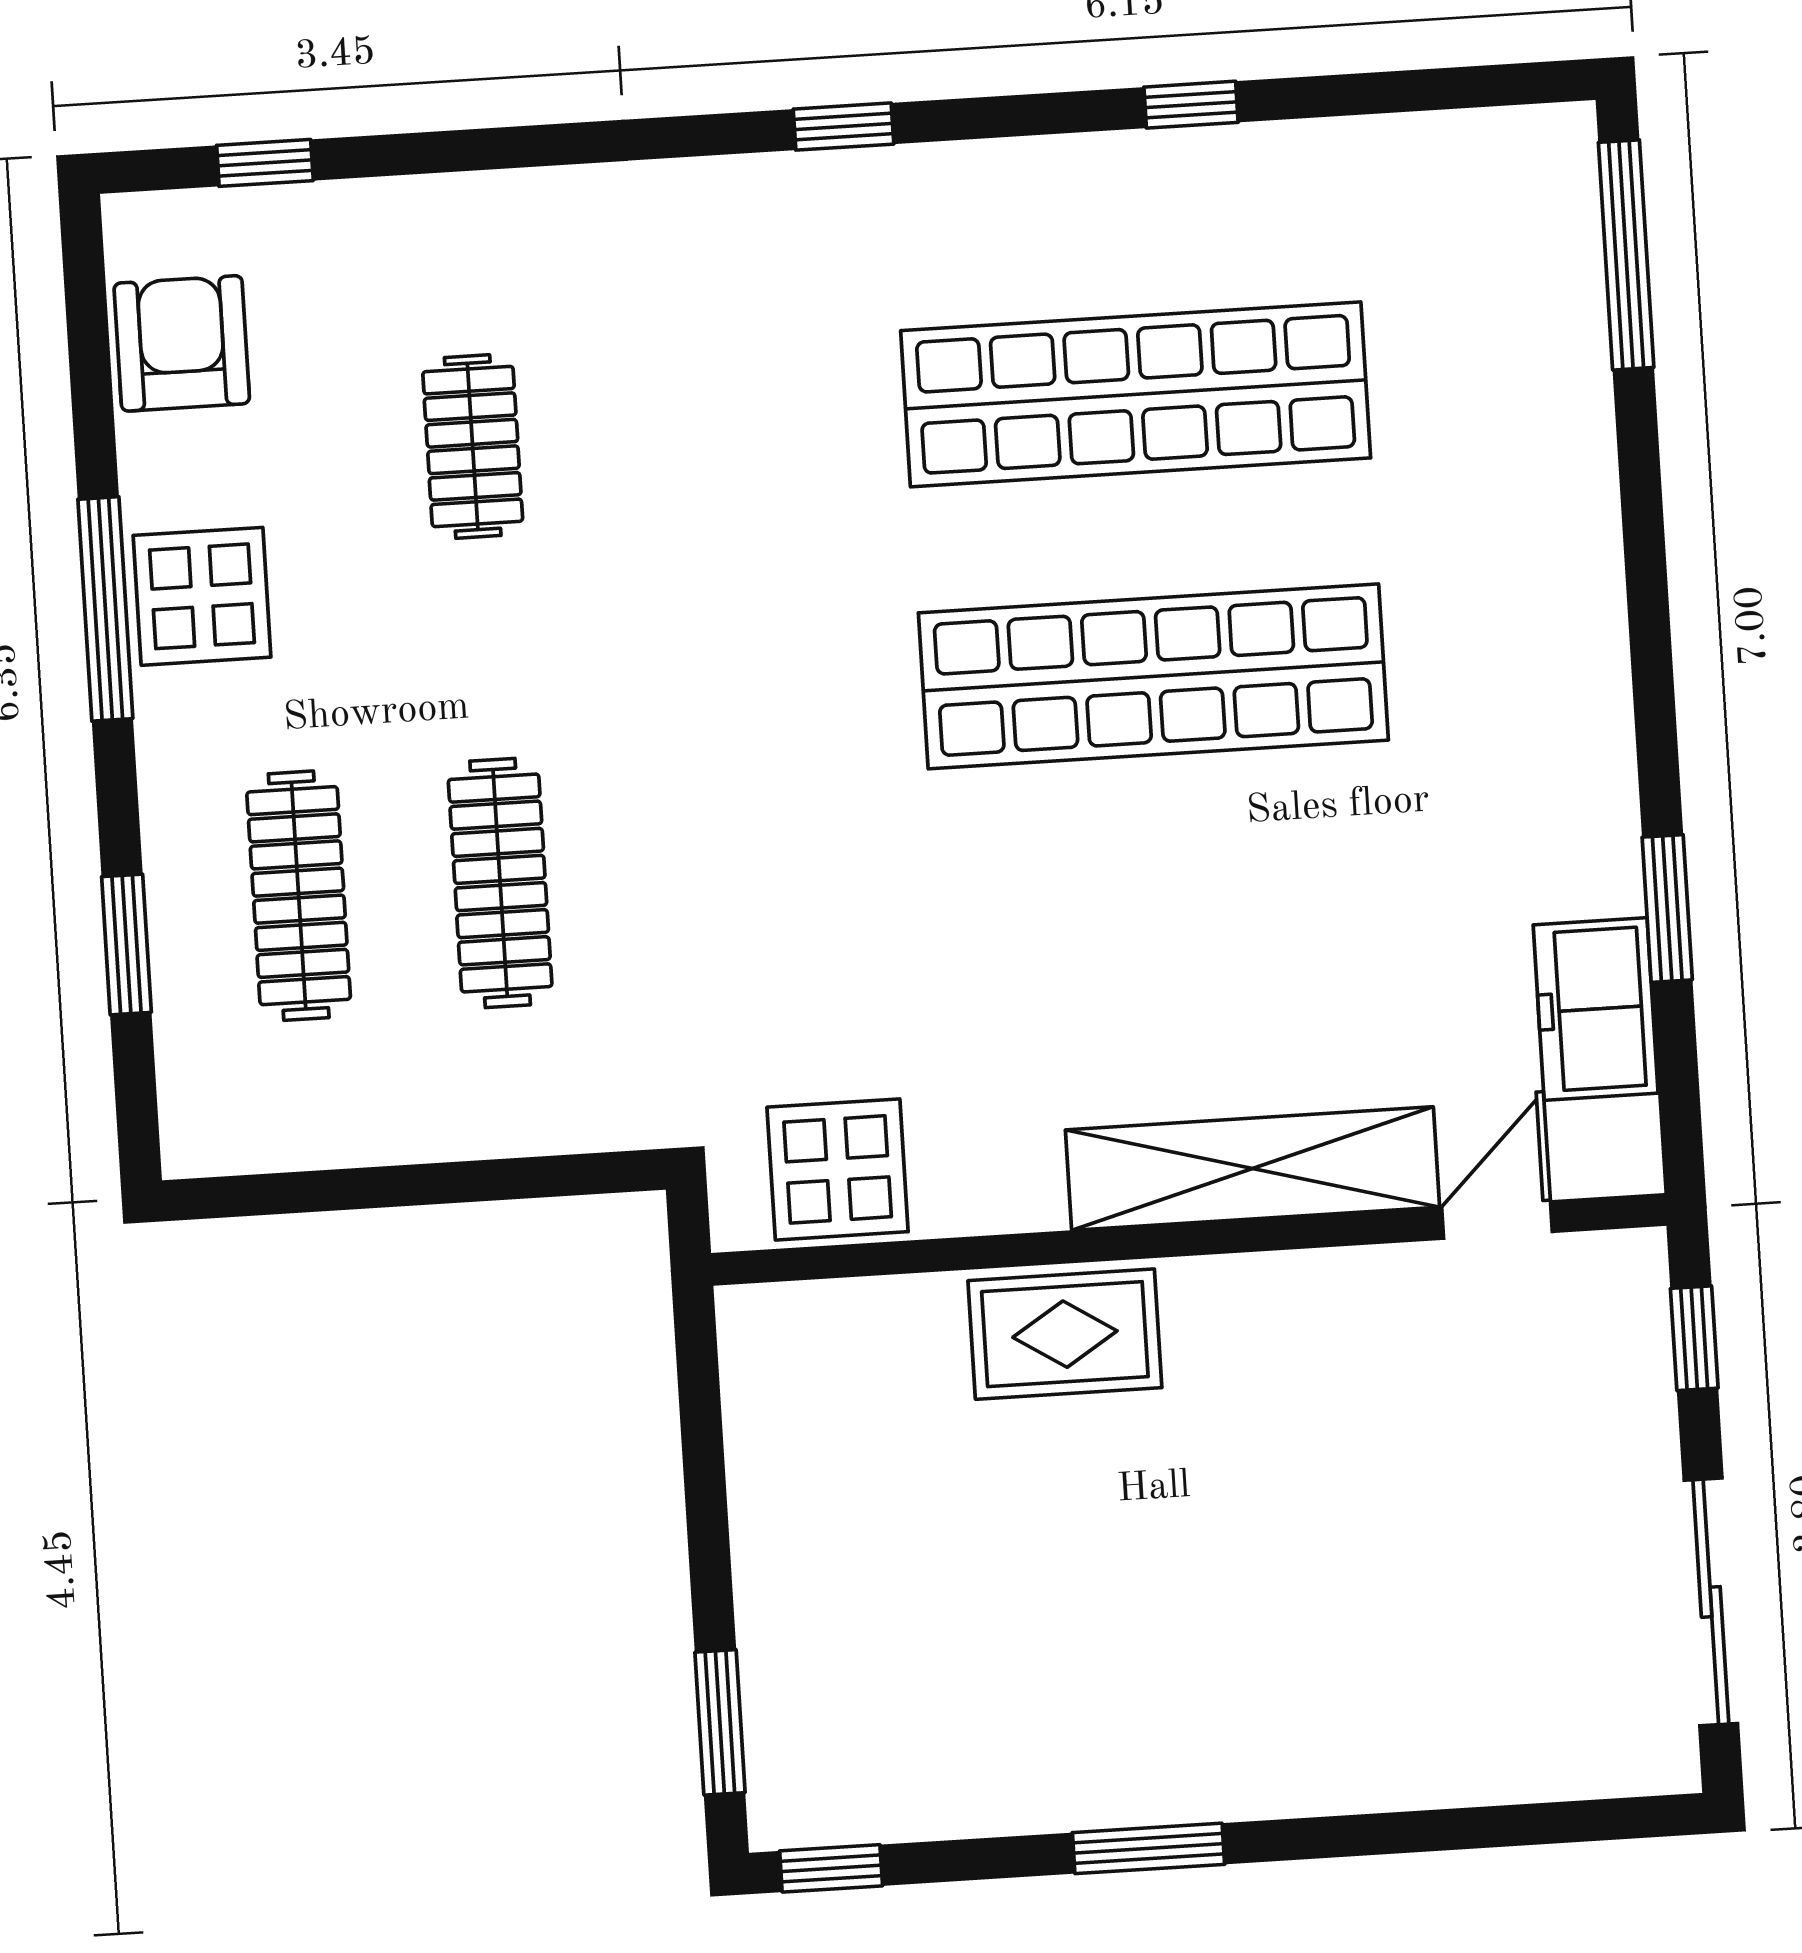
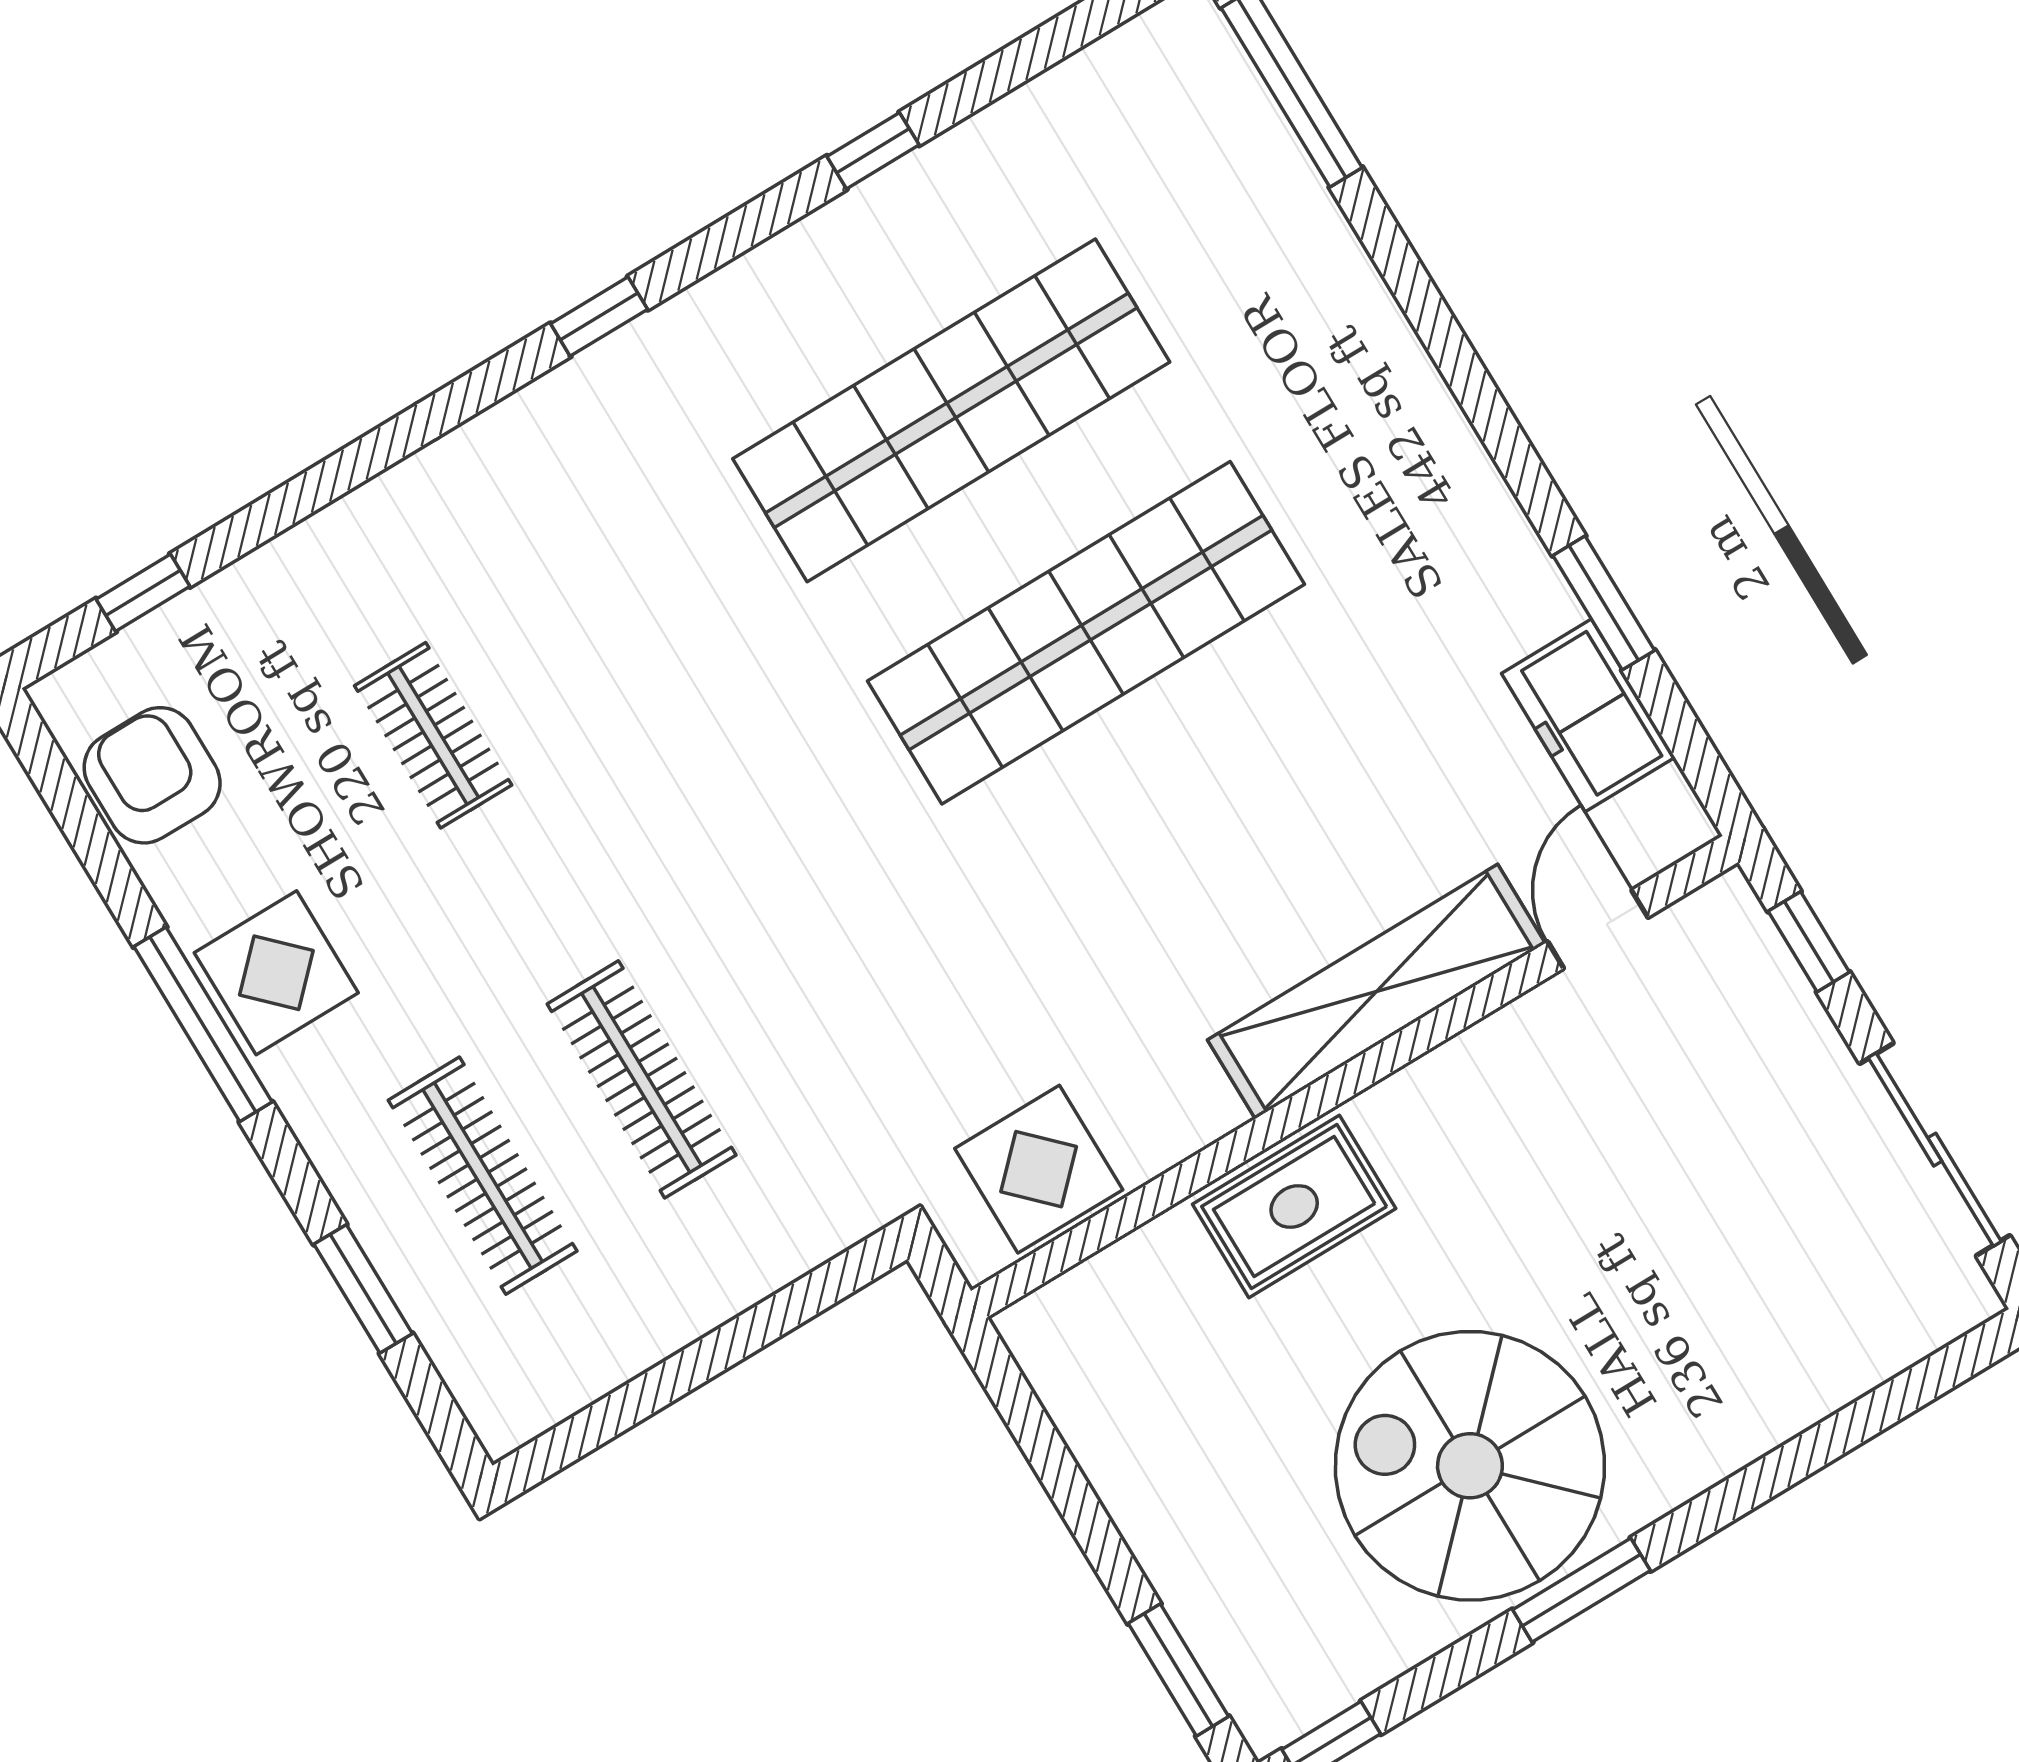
spiral stairs: (1104, 1673) -> (1470, 1466), added

